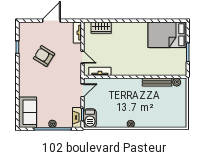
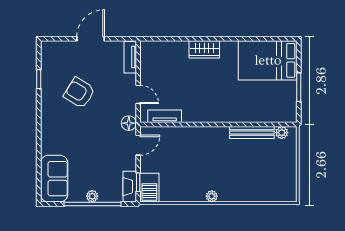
wardrobe: (101, 28) -> (204, 49), moved
floor lamp: (76, 76) -> (129, 123), added

